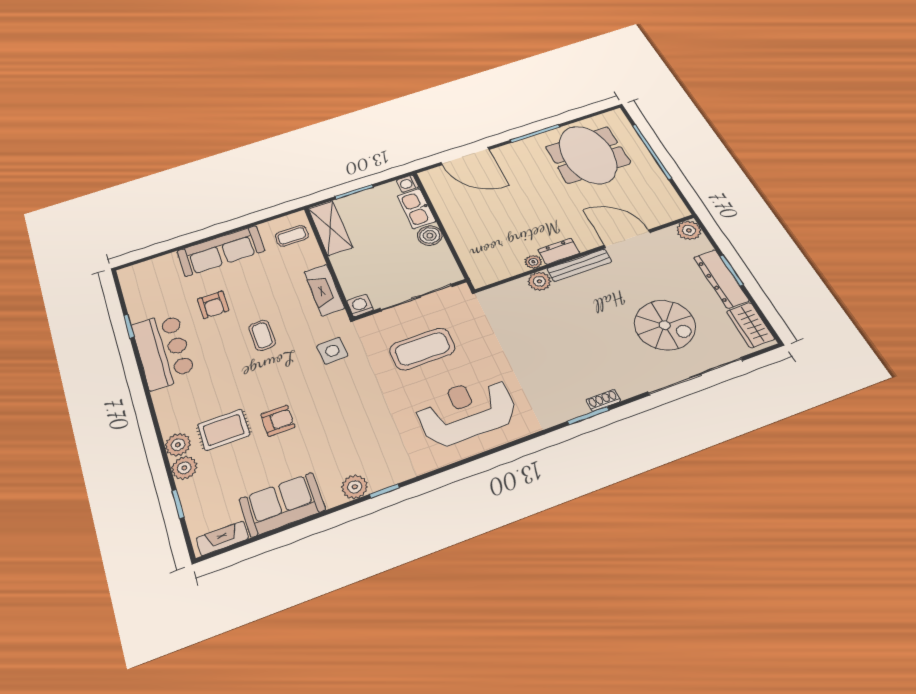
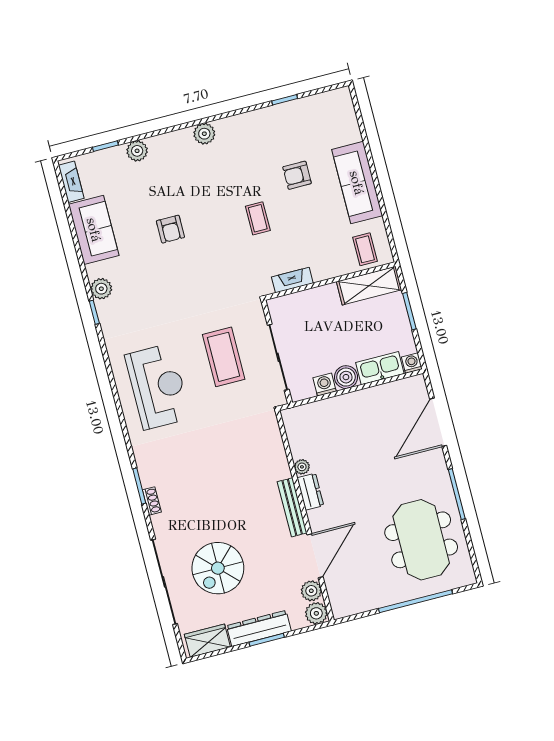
meeting table: (588, 155) -> (421, 540), turned 90
plant: (539, 281) -> (311, 591), moved
fireplace: (324, 290) -> (292, 280), width x0.73, depth x0.76
washing machine: (360, 305) -> (325, 385), moved, turned -90
coffee table: (262, 335) -> (258, 218), turned 90
bar counter: (163, 350) -> (255, 131), removed
side table: (332, 351) -> (233, 279), removed
rug: (224, 430) -> (168, 184), removed
plant: (178, 445) -> (204, 134), moved

